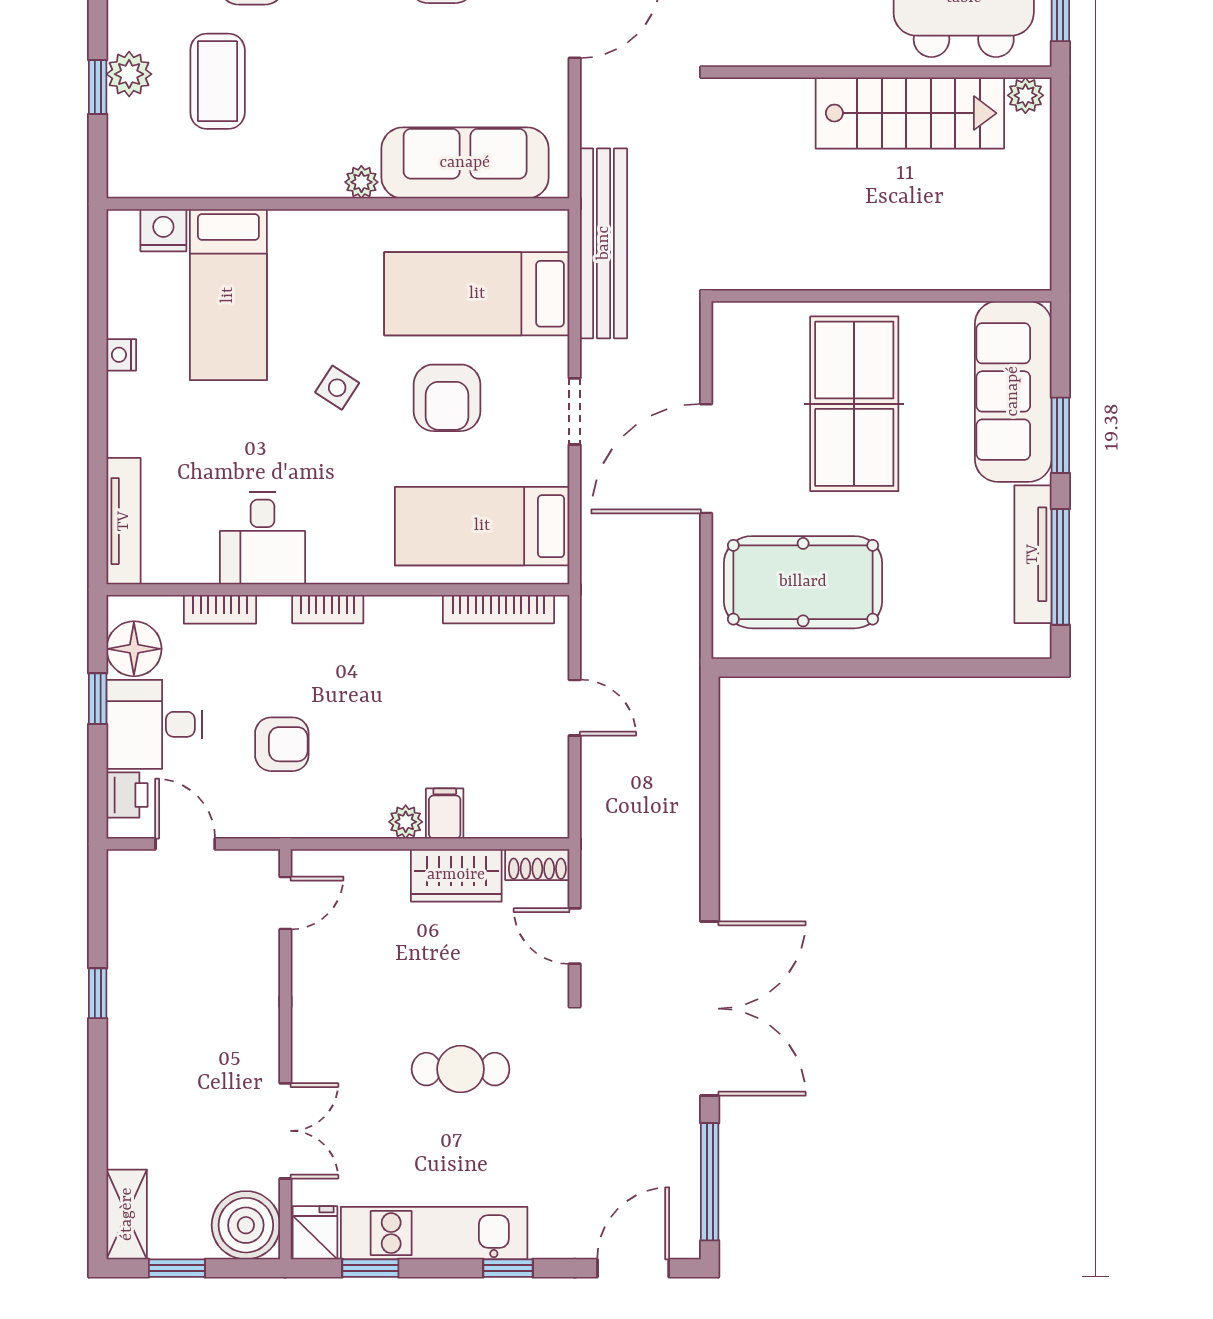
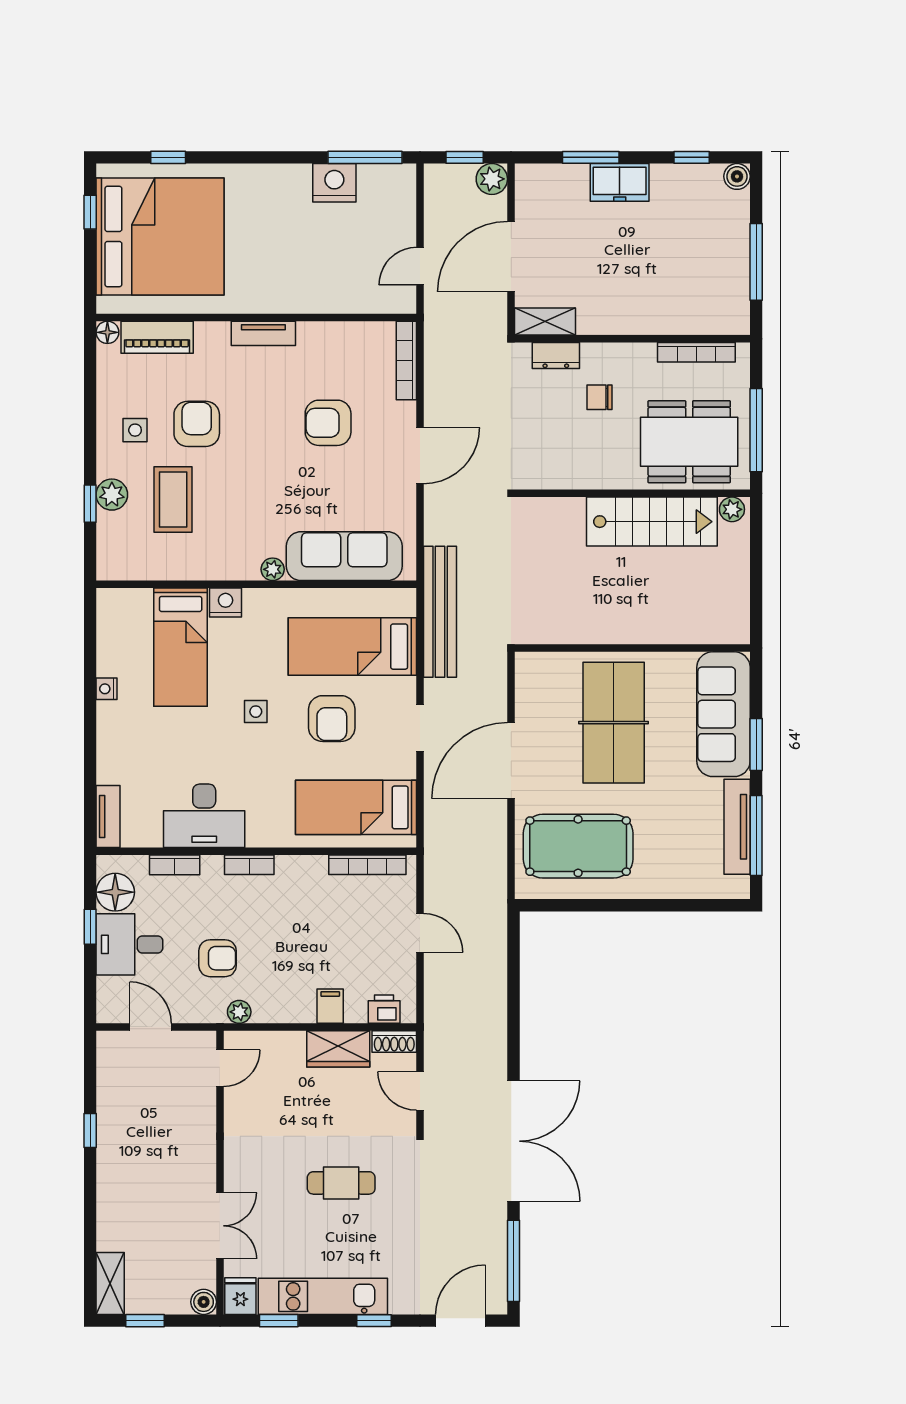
nightstand: (163, 230) -> (226, 603), moved
side table: (337, 388) -> (256, 712), turned -33
tv unit: (124, 521) -> (108, 817), width x0.71
desk: (263, 538) -> (204, 816), width x1.37
printer: (127, 795) -> (384, 1009), moved, turned -90
plant: (406, 822) -> (239, 1012), moved
boiler: (246, 1225) -> (204, 1302), width x0.54, depth x0.54

